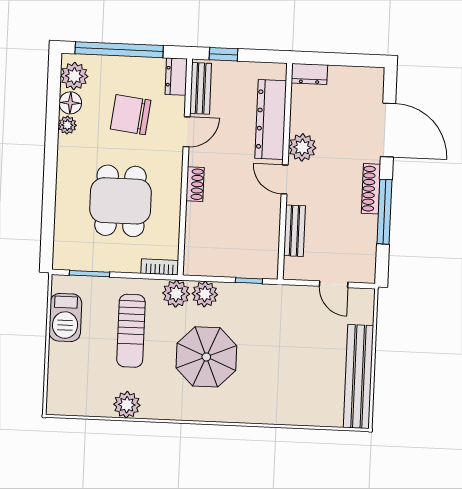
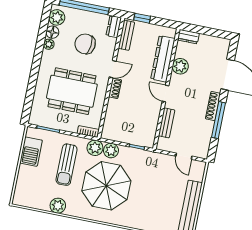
door: (187, 132) -> (113, 69), moved
plant: (302, 147) -> (180, 66), moved
dining table: (121, 201) -> (72, 91), width x1.38
parasol: (206, 357) -> (106, 186), width x1.36, depth x1.36

